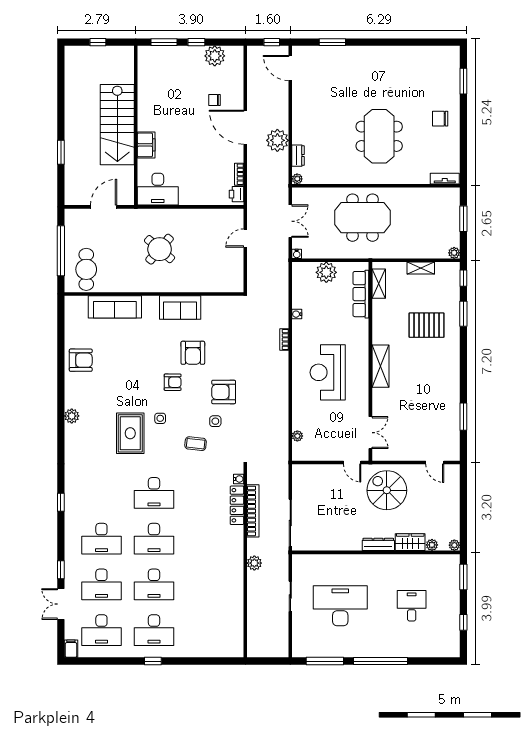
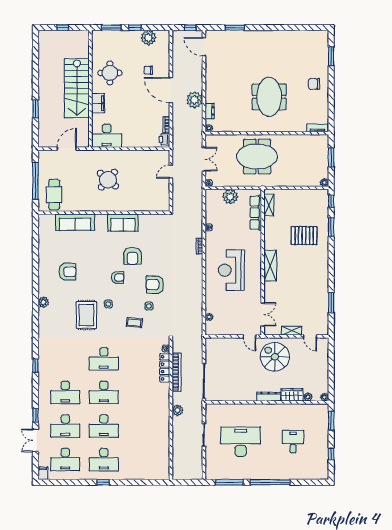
round table: (162, 104) -> (110, 73), added
shelving: (421, 268) -> (292, 331), moved
armchair: (81, 360) -> (68, 272), moved

